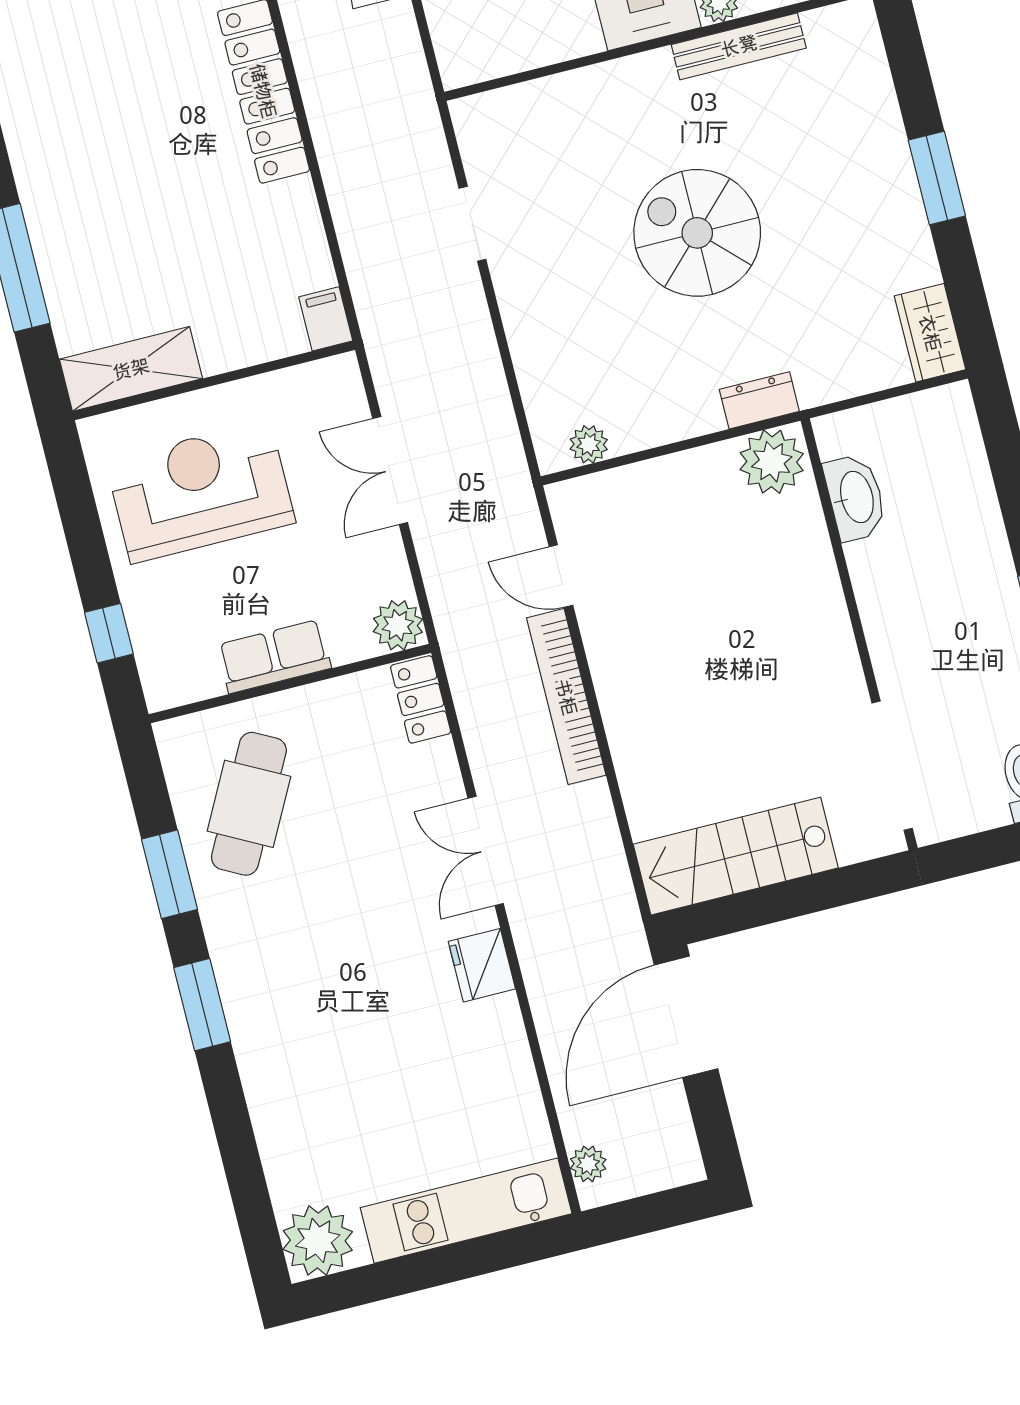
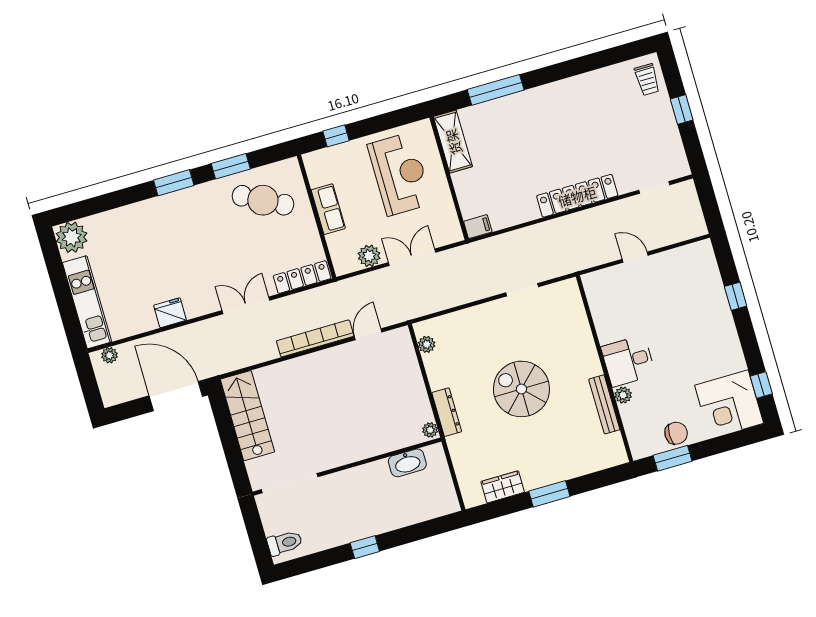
spiral stairs: (697, 233) -> (521, 389), turned -90
wardrobe: (930, 333) -> (503, 487), moved
dresser: (759, 400) -> (447, 412), width x1.44
plant: (772, 462) -> (430, 430), width x0.53, depth x0.53
plant: (398, 625) -> (369, 256), moved
locker: (421, 699) -> (302, 277), width x1.53
fridge: (482, 965) -> (170, 313), moved

